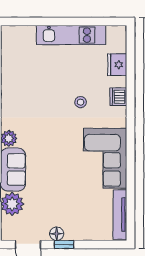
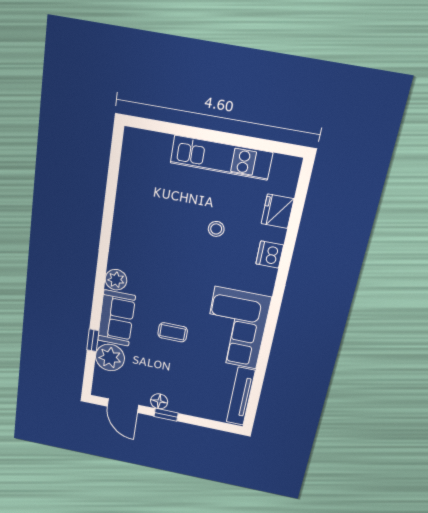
stool: (81, 102) -> (216, 229), moved
coffee table: (58, 172) -> (173, 332), added

